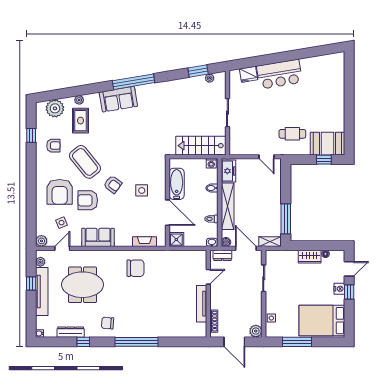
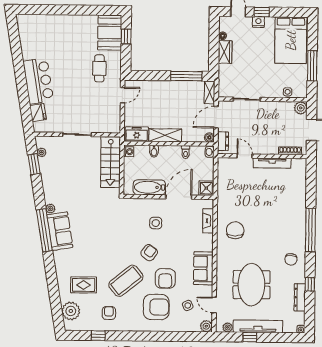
sofa: (118, 99) -> (60, 231), moved
plant: (79, 100) -> (50, 209), moved
shelving: (228, 206) -> (165, 135), width x0.68

